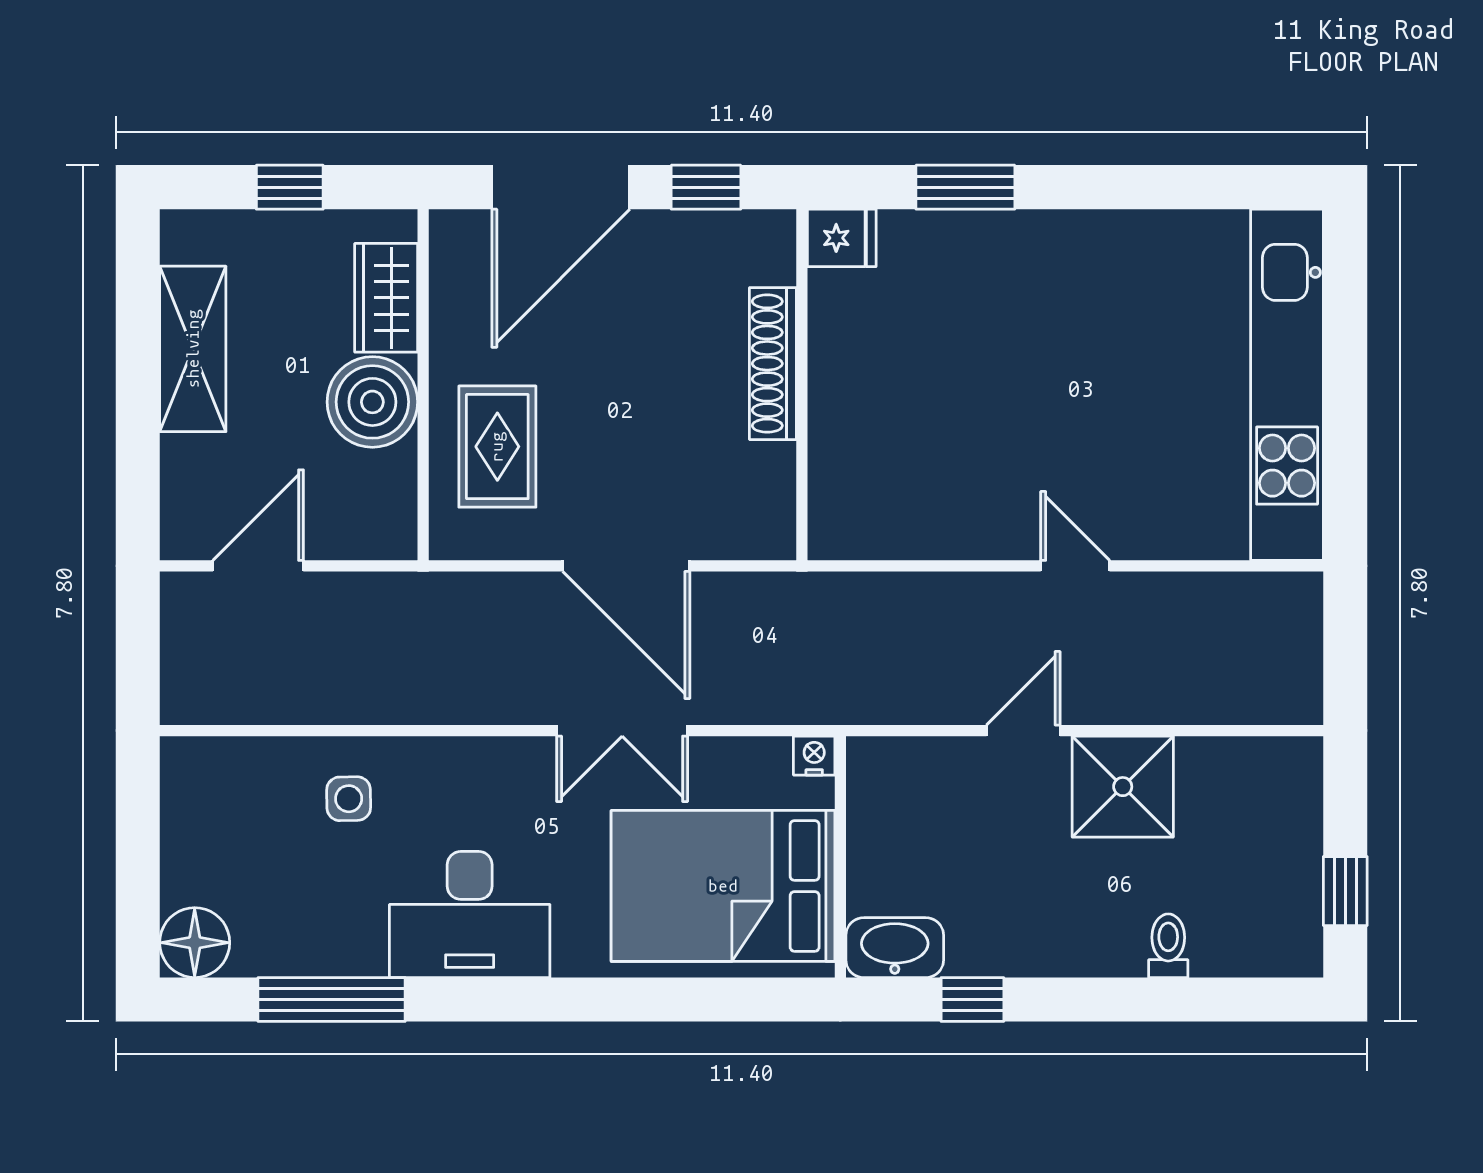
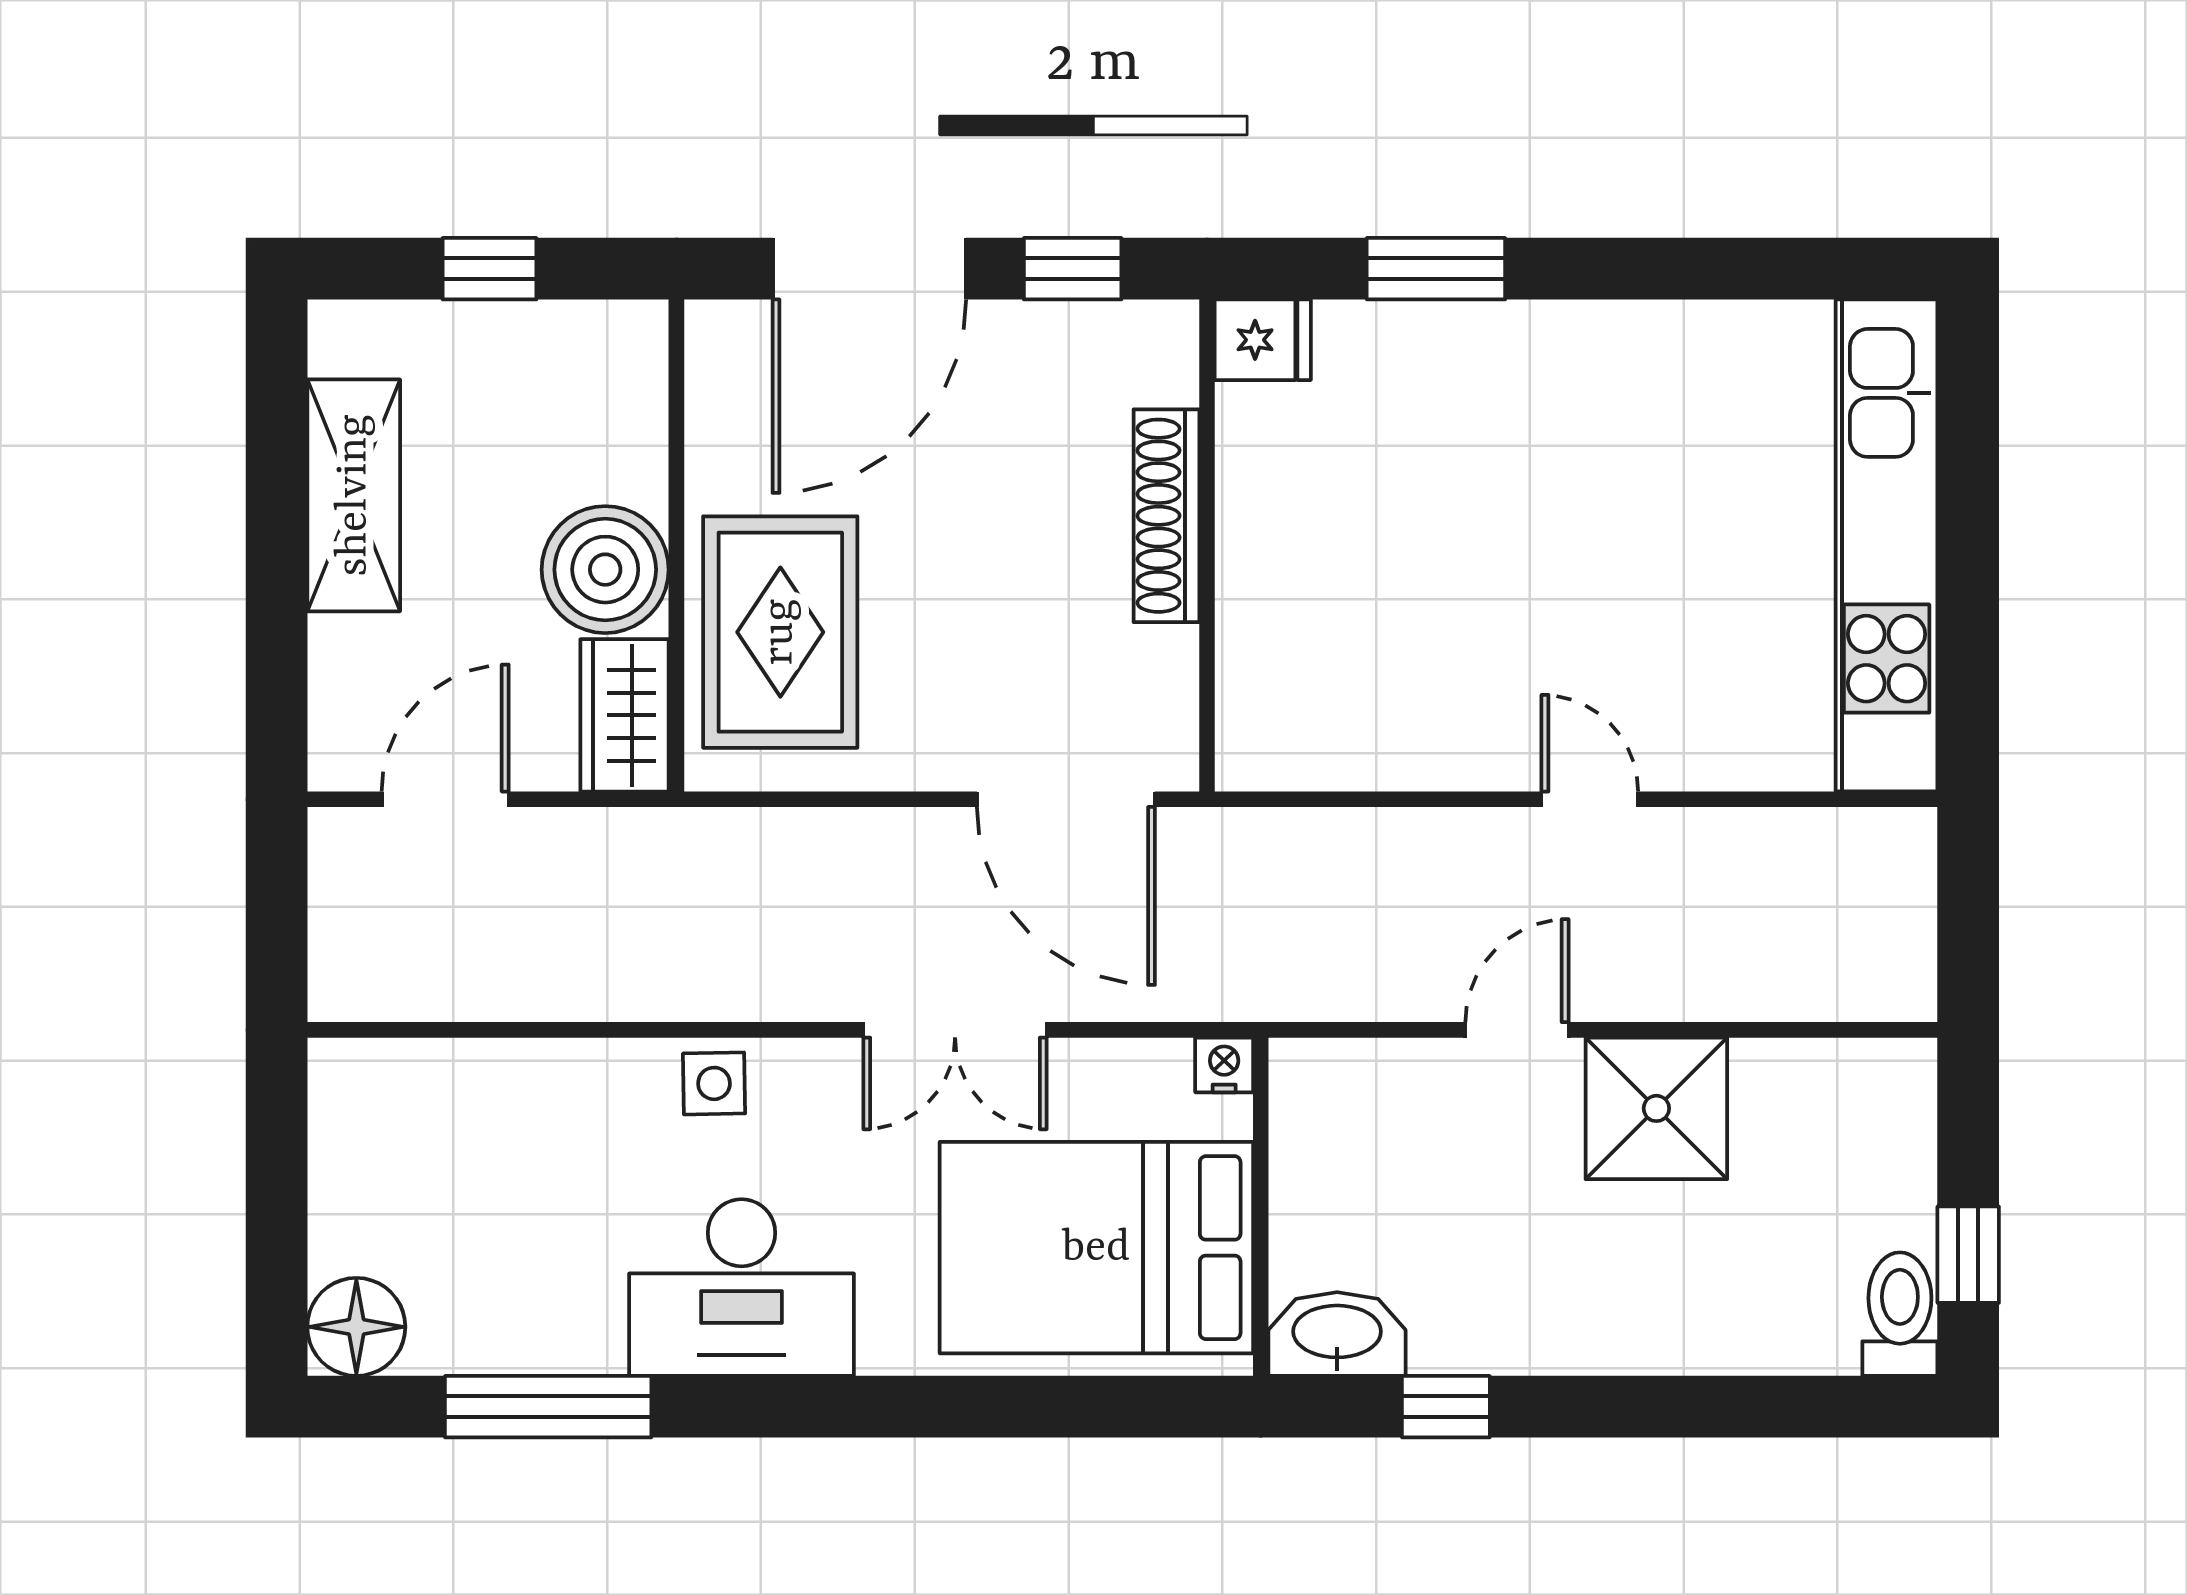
wardrobe: (386, 298) -> (625, 715), moved
rug: (497, 447) -> (780, 632), width x1.36, depth x1.43
door: (626, 566) -> (1066, 799), moved
side table: (349, 799) -> (714, 1083), moved
toilet: (1168, 946) -> (1900, 1314), moved, width x1.37, depth x1.39

